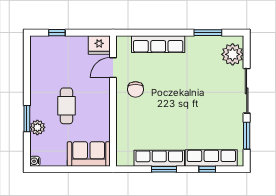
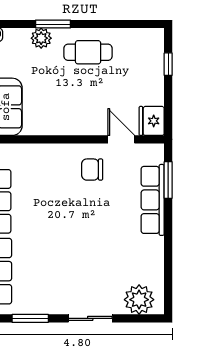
window: (208, 33) -> (168, 180), moved
sliding door: (247, 91) -> (90, 318), width x0.73
cafe table: (66, 106) -> (88, 52), moved

